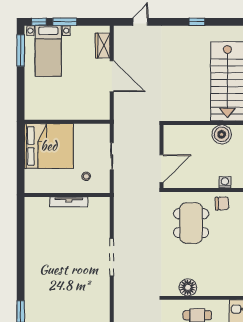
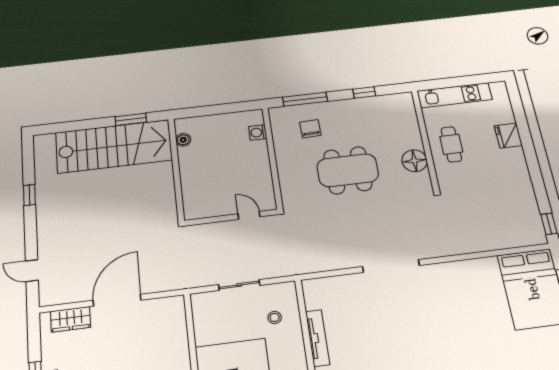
boiler: (222, 134) -> (183, 140), width x0.54, depth x0.54
door: (161, 169) -> (249, 215), width x0.53
chair: (222, 203) -> (310, 129), moved
dining table: (191, 223) -> (348, 170), moved

